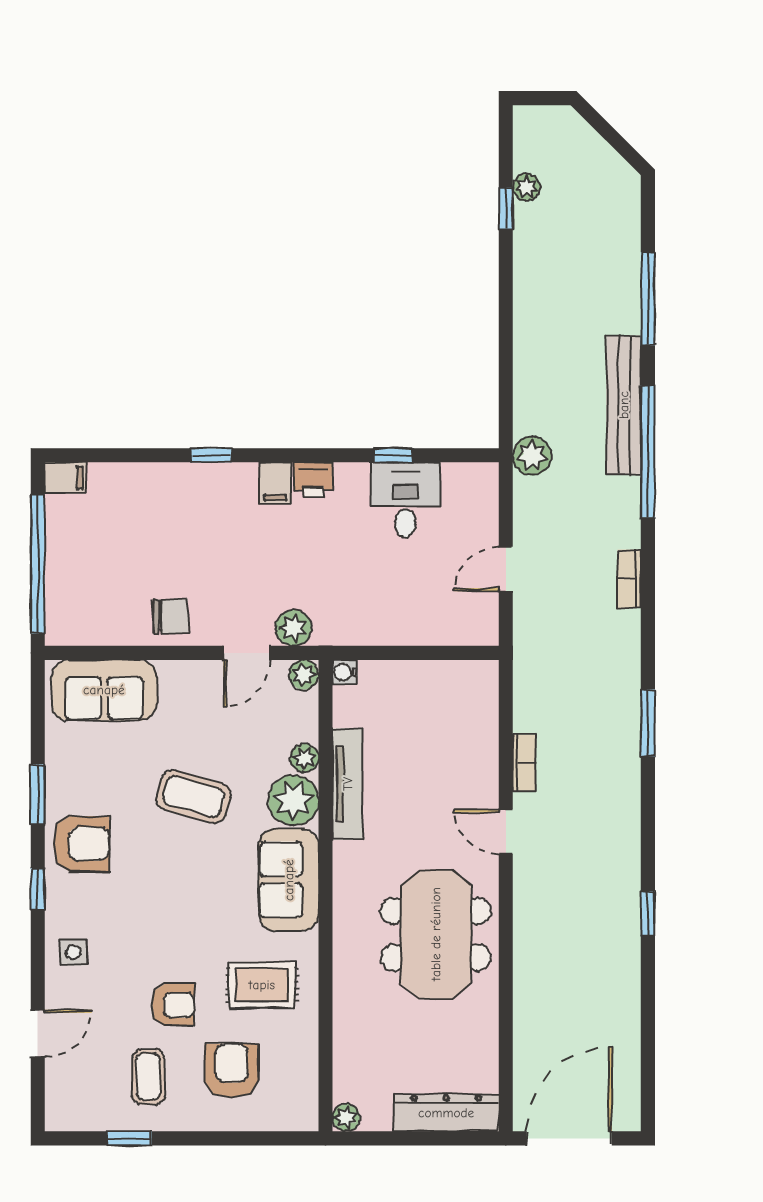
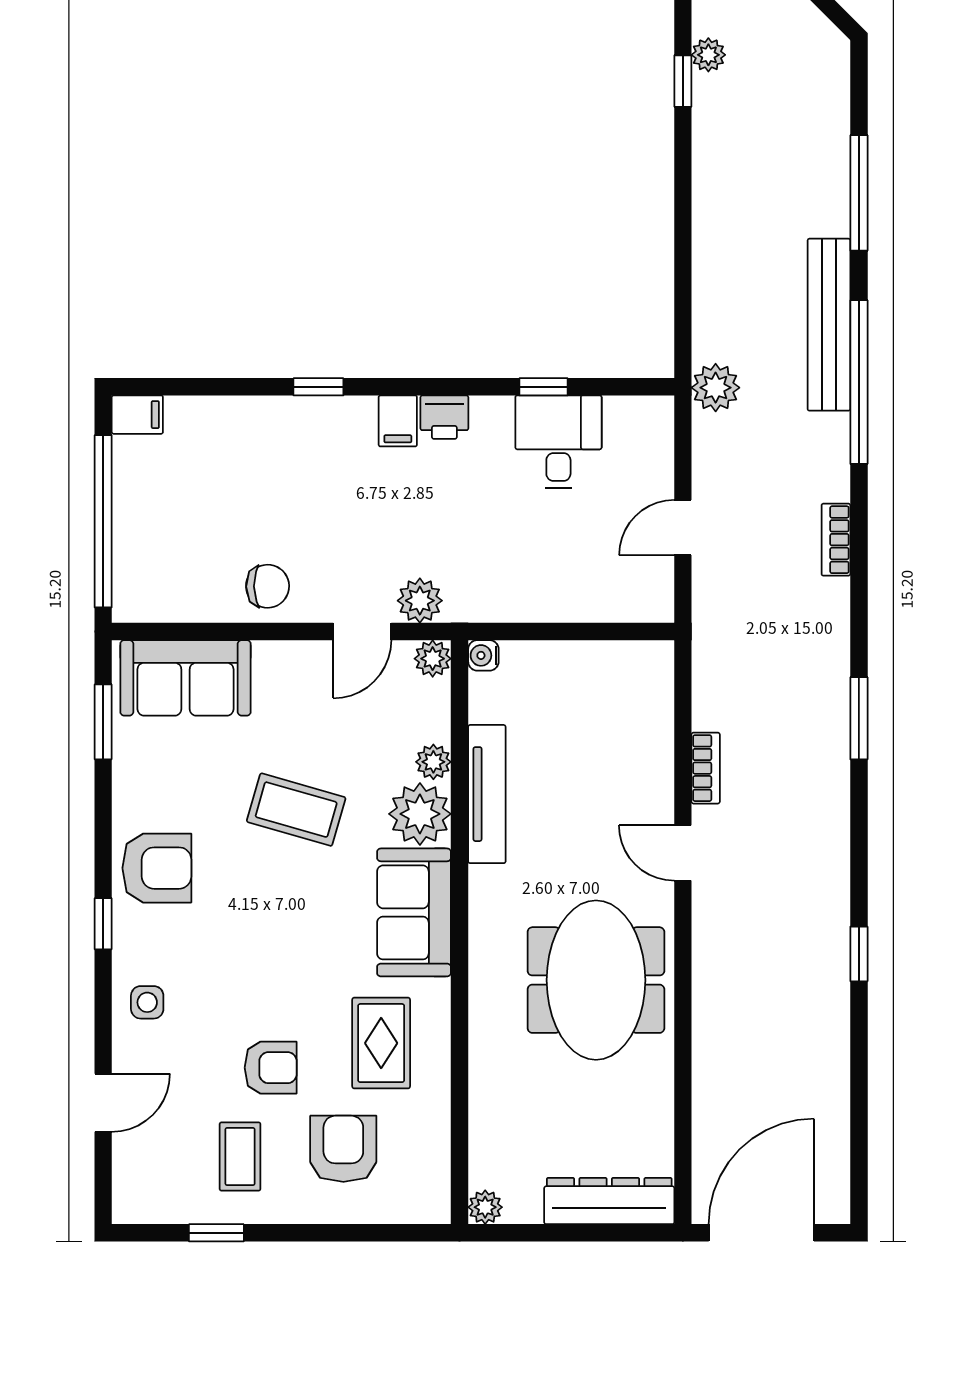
window: (38, 795) -> (103, 722), moved
rug: (262, 985) -> (381, 1043), turned 90

